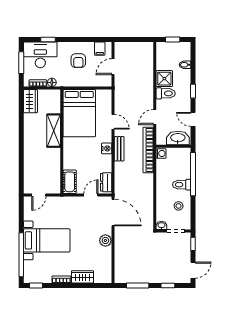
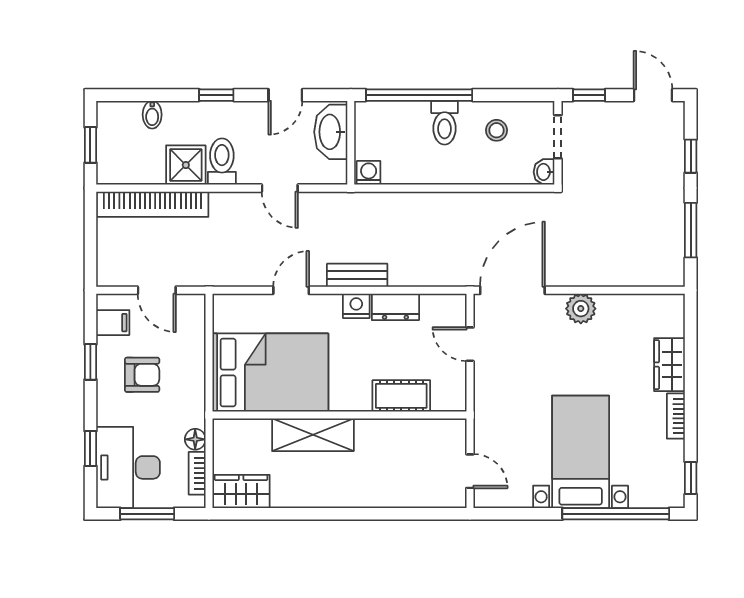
window: (84, 39) -> (90, 362), added
bookcase: (148, 150) -> (153, 204), moved
cot: (70, 182) -> (401, 396), moved
dresser: (106, 182) -> (395, 307), moved

